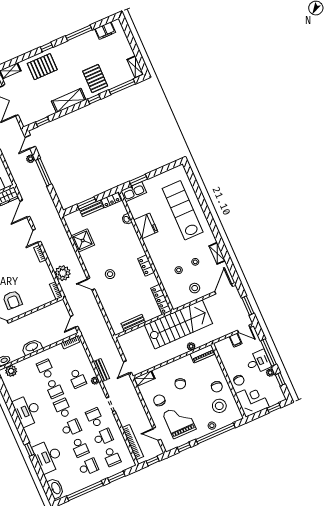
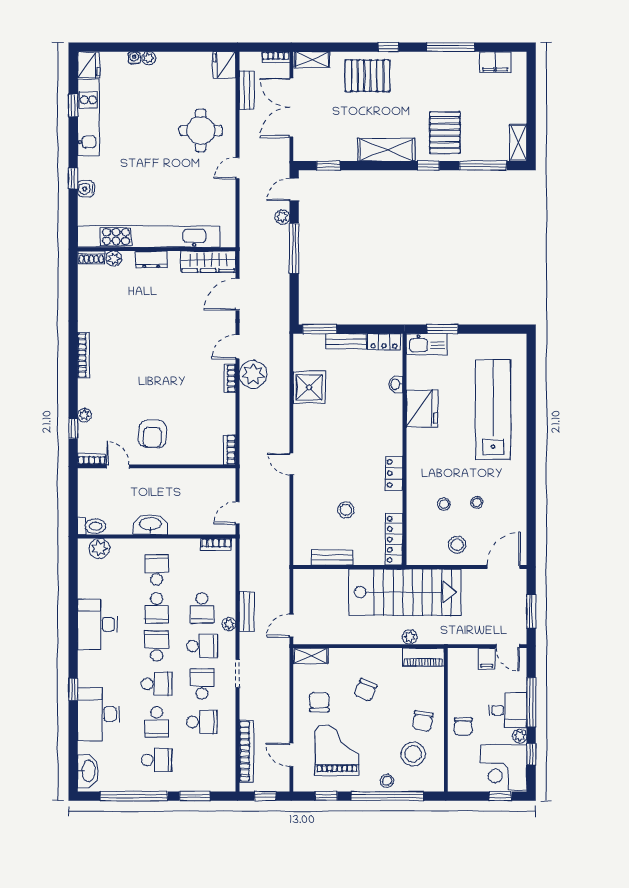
window: (87, 203) -> (320, 329), moved
shelving: (217, 253) -> (518, 504), removed
plant: (63, 273) -> (253, 374), moved
stool: (110, 274) -> (346, 510), moved
corner desk: (252, 400) -> (504, 768), moved, turned 180
school desk: (112, 457) -> (202, 646), moved, turned -90

